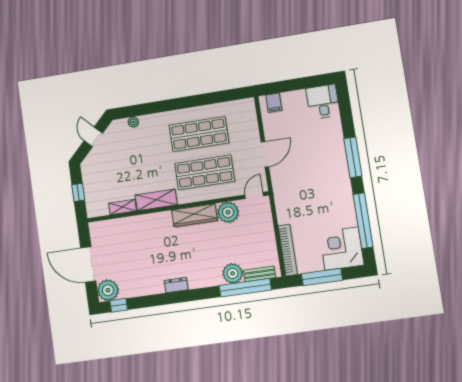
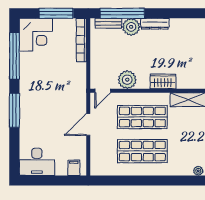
desk: (323, 102) -> (37, 162), width x1.37
wardrobe: (194, 215) -> (163, 81), width x0.67
dresser: (176, 285) -> (155, 24), moved, width x1.44

